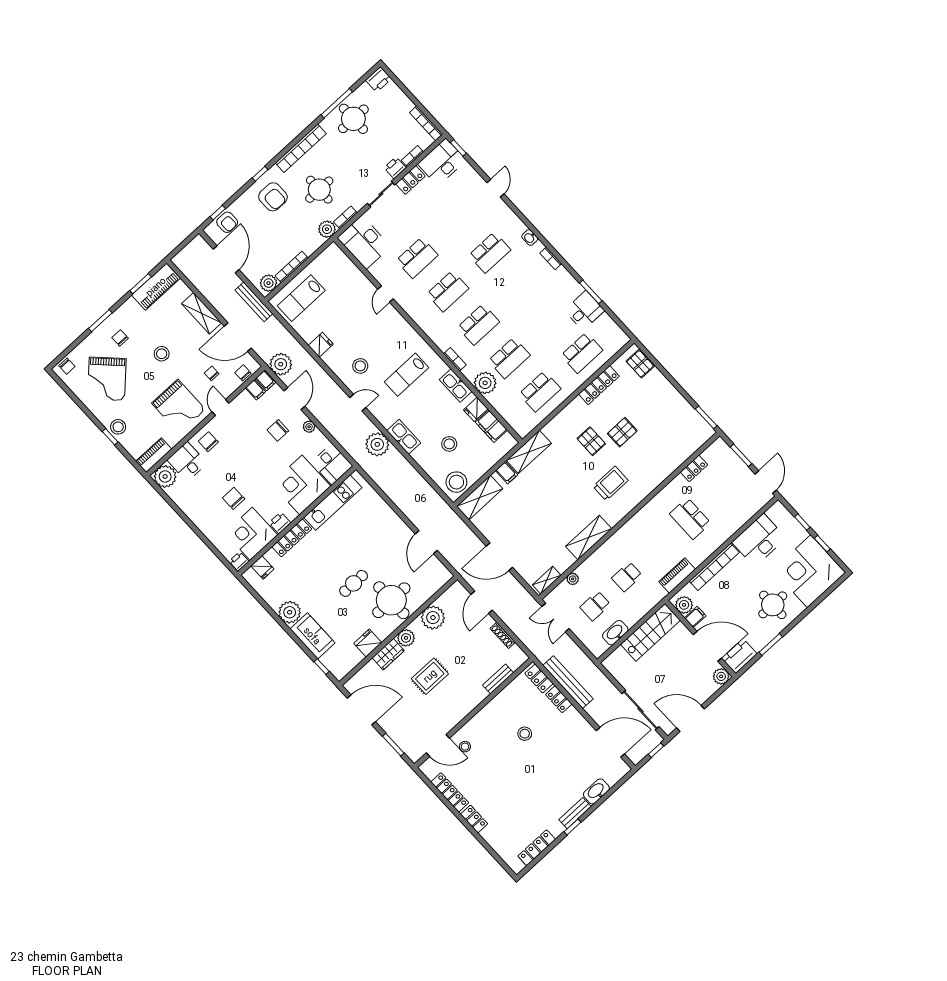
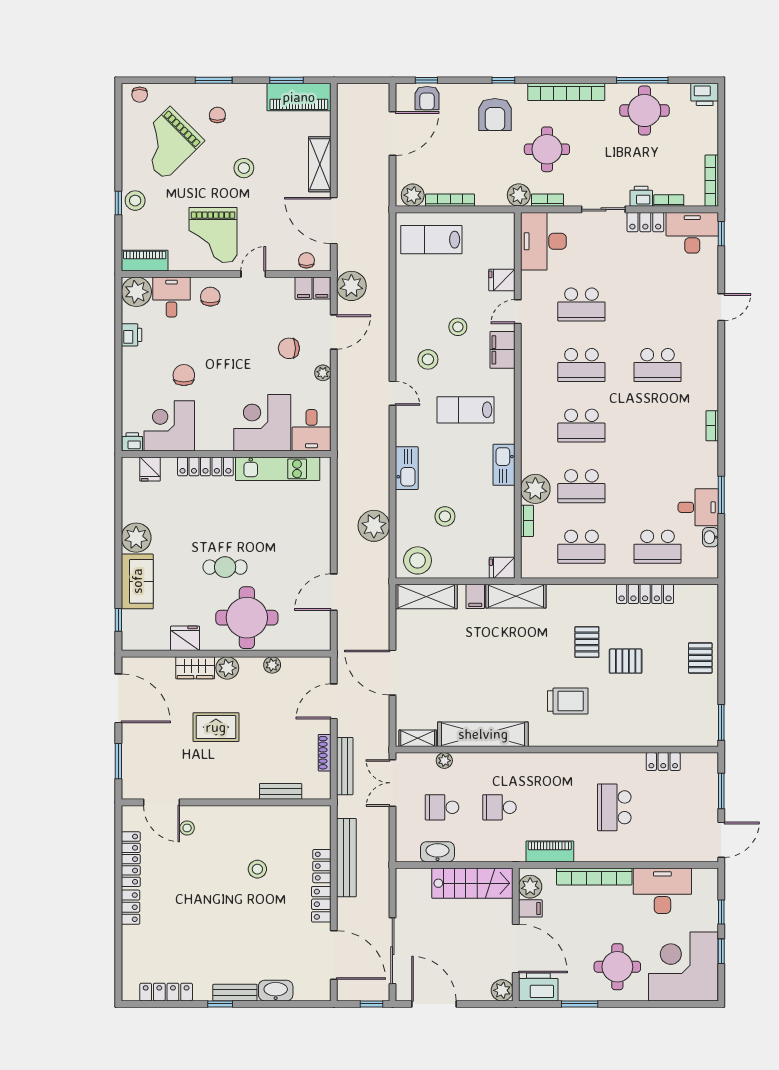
washbasin: (530, 238) -> (710, 537), moved
bench: (254, 302) -> (345, 766), moved
stool: (360, 333) -> (458, 327), added
fridge: (321, 345) -> (502, 280), moved, turned 180
bookcase: (455, 359) -> (527, 521), moved
pallet: (640, 364) -> (700, 658), moved
chair: (212, 373) -> (275, 232), removed
fridge: (476, 409) -> (502, 568), moved
filing cabinet: (491, 426) -> (502, 350), moved
plant: (377, 444) -> (374, 526), moved
printer: (280, 523) -> (132, 335), moved, turned 90
shelving: (589, 538) -> (483, 734), width x1.47
plant: (433, 618) -> (272, 665), width x0.53, depth x0.53
locker: (539, 678) -> (321, 904), moved

